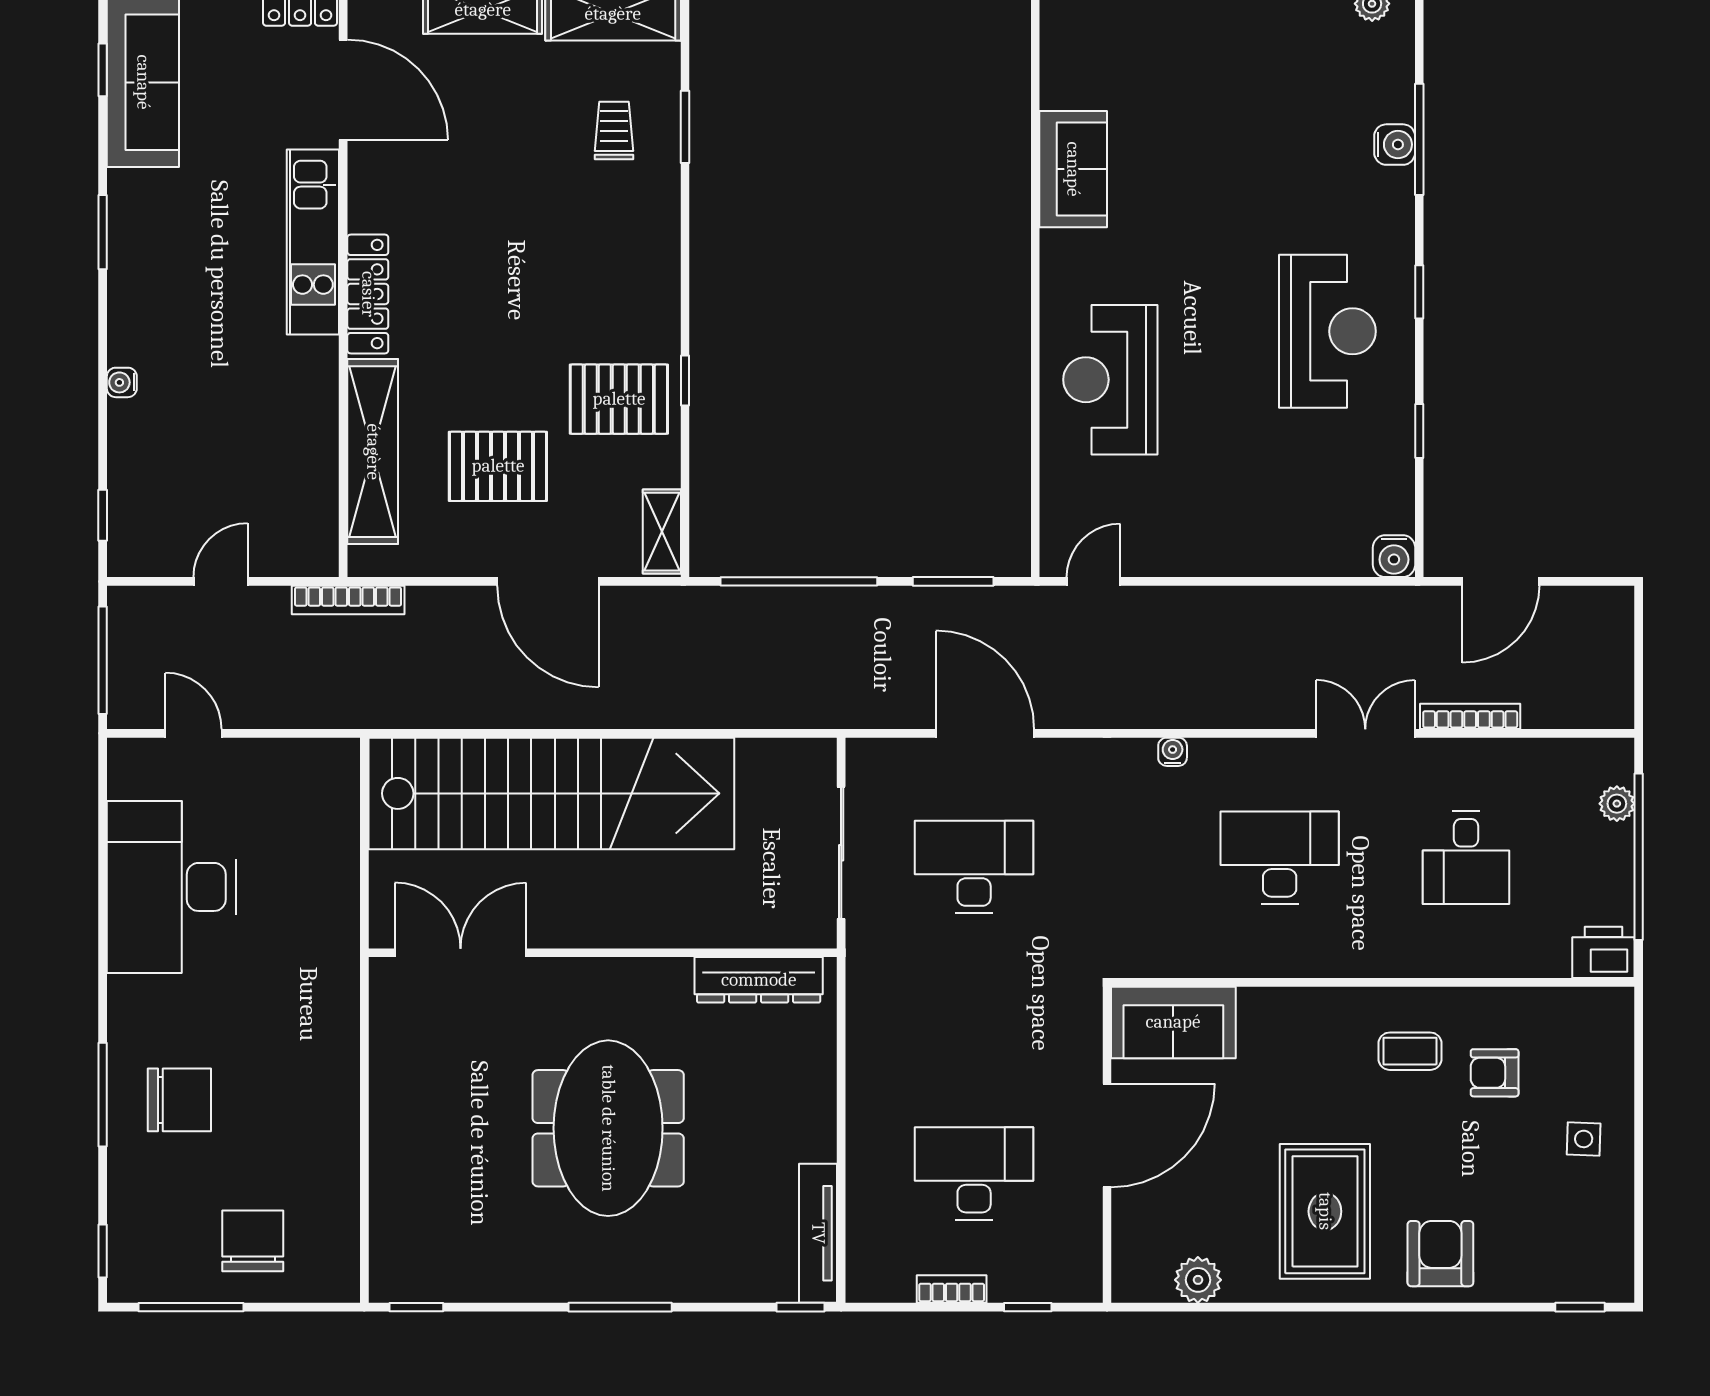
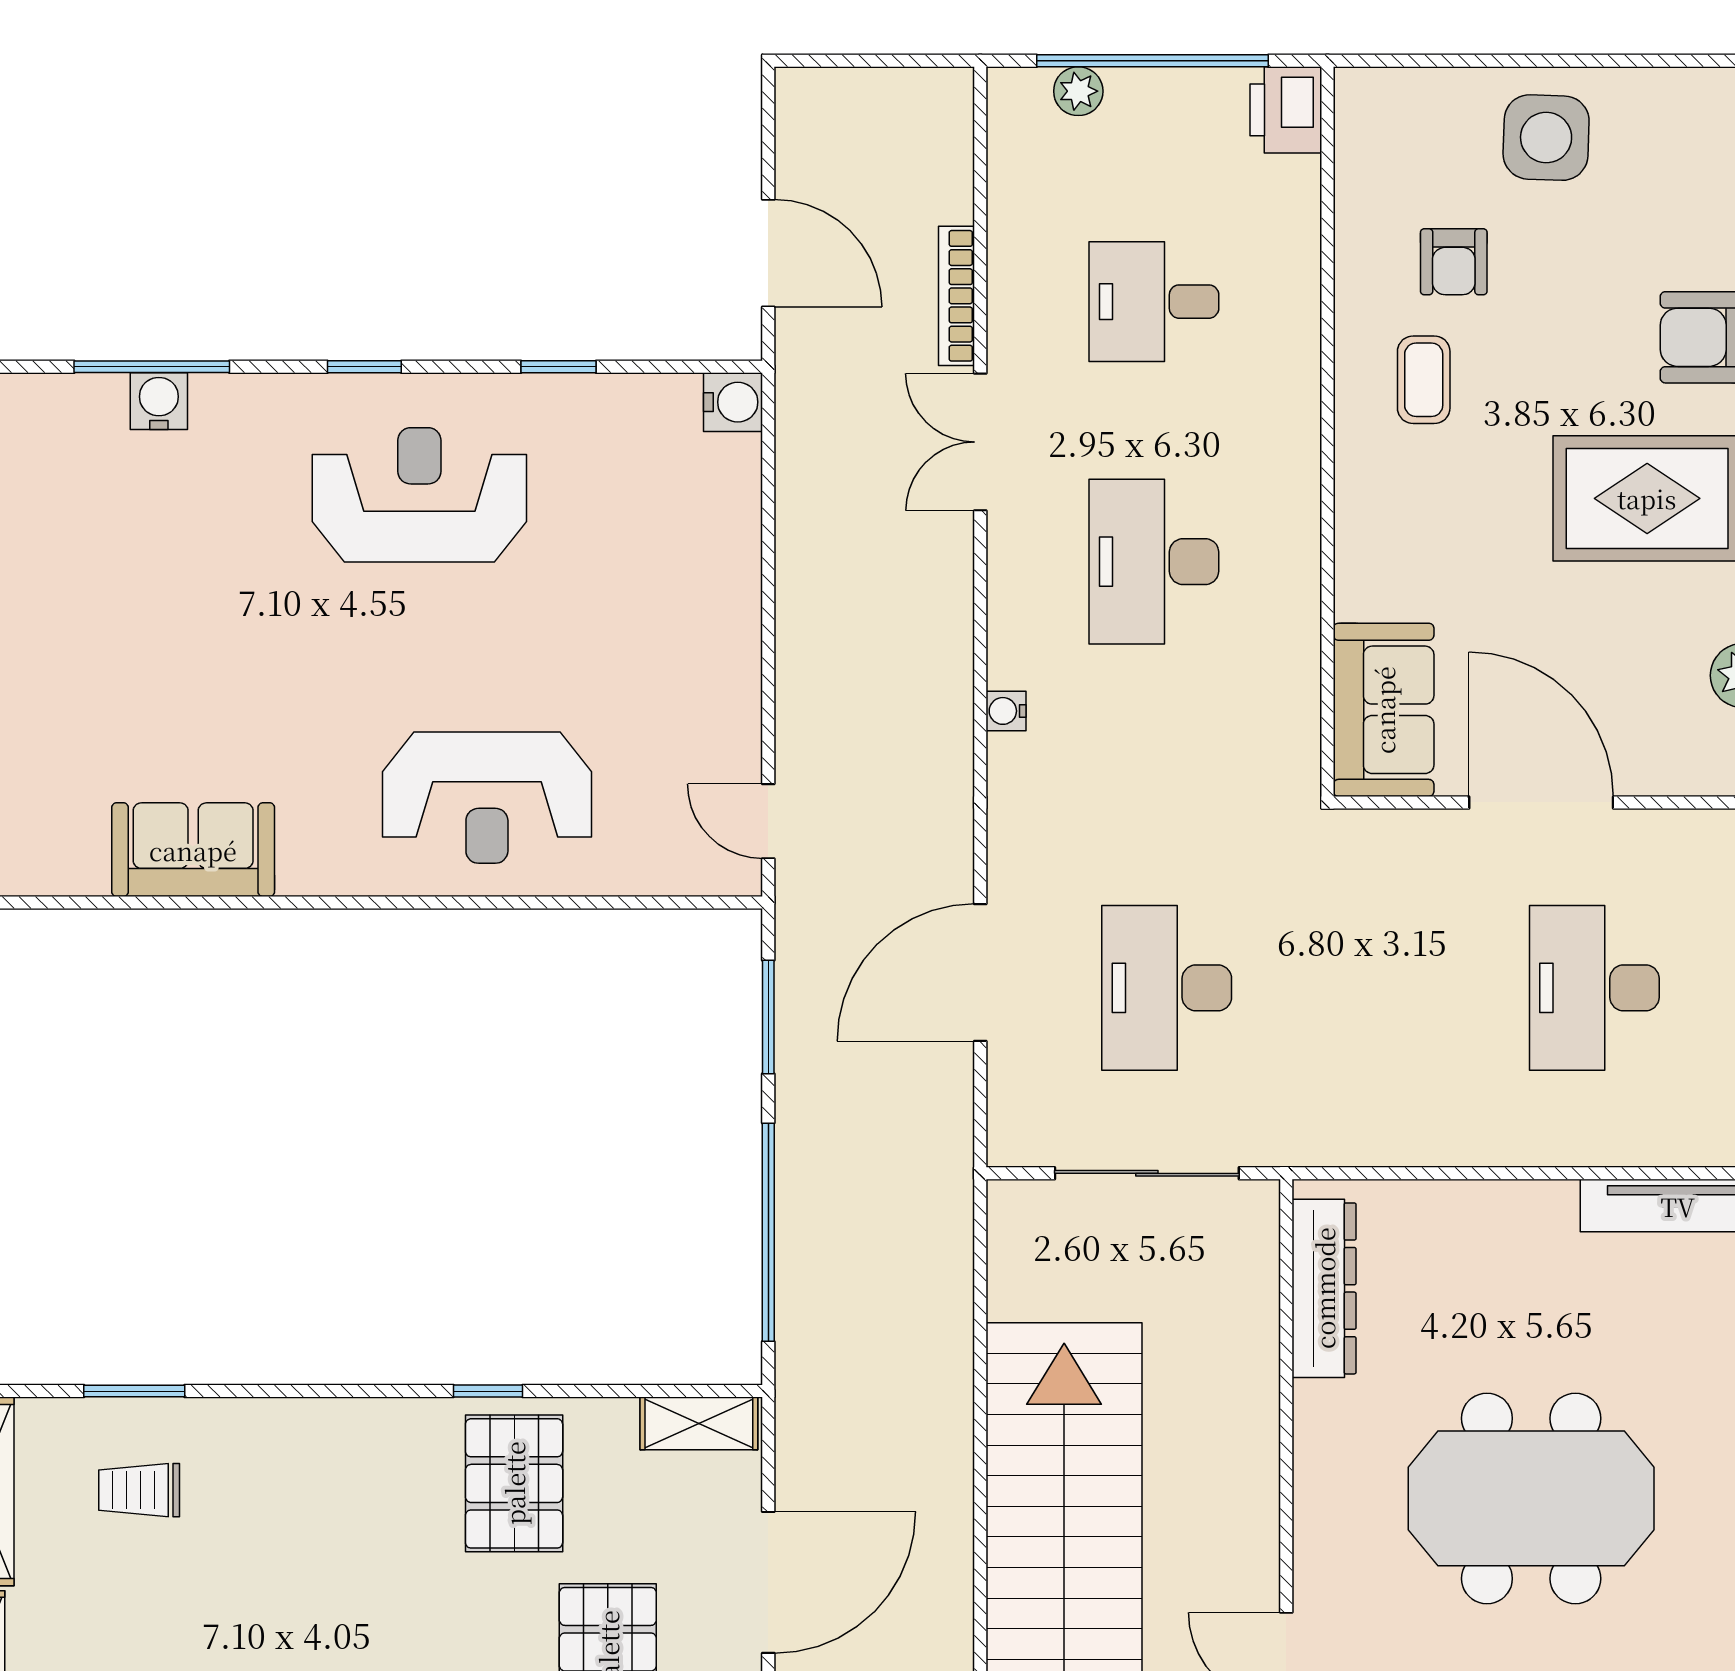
desk: (1466, 858) -> (1154, 302), turned 180
side table: (1584, 1139) -> (1546, 138), width x1.87, depth x1.87

